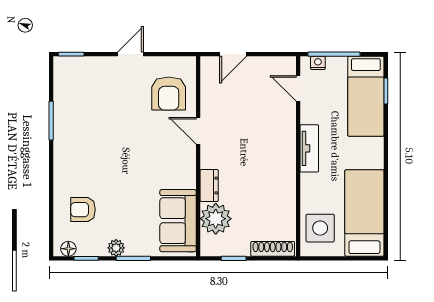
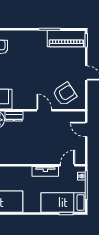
piano: (68, 91) -> (66, 39), added
armchair: (169, 94) -> (65, 94), turned 147
door: (198, 131) -> (44, 110), hinge flipped
tv unit: (309, 148) -> (45, 171), moved

